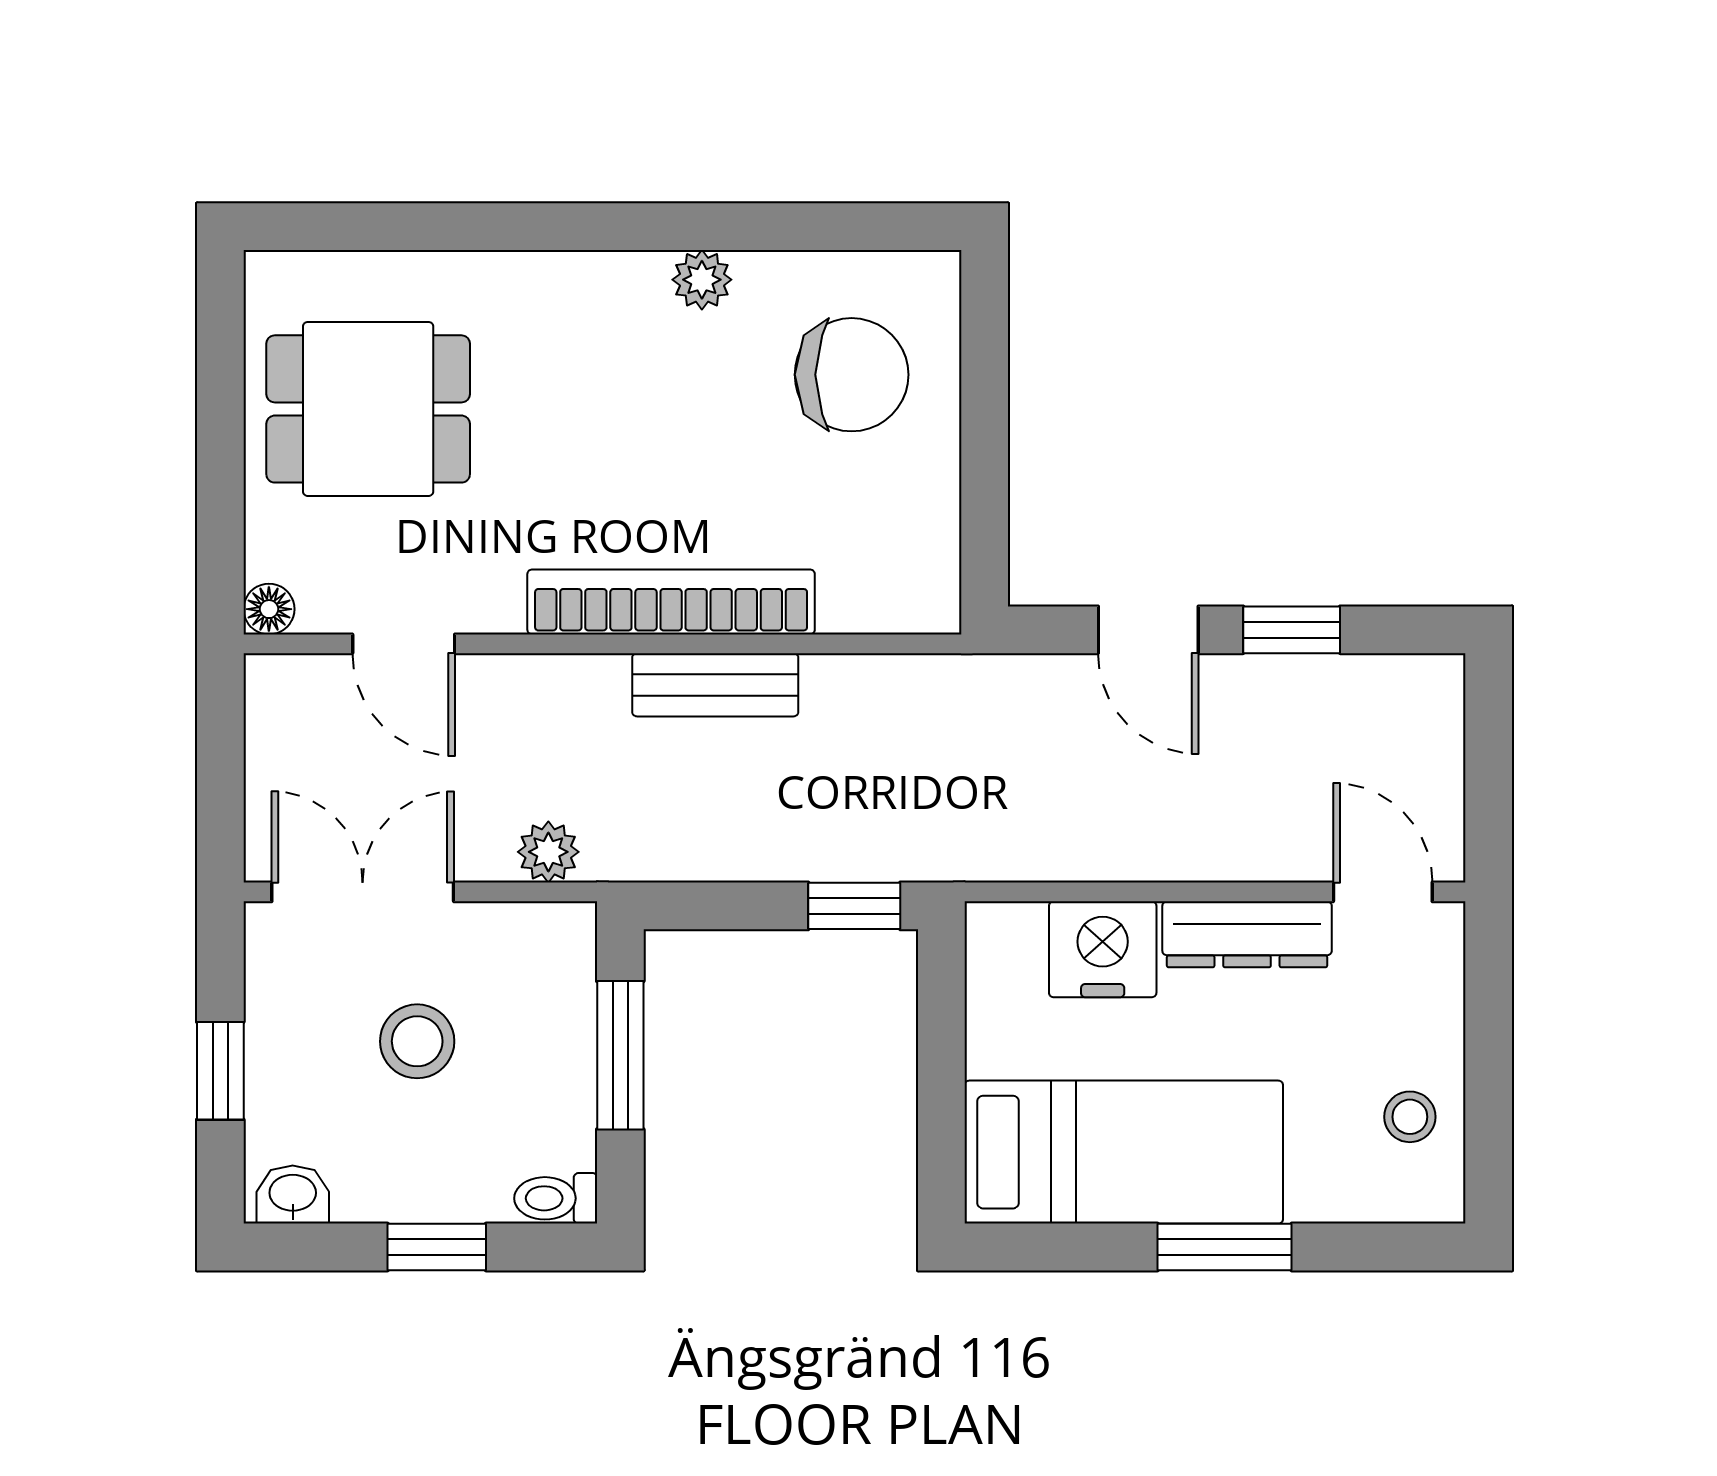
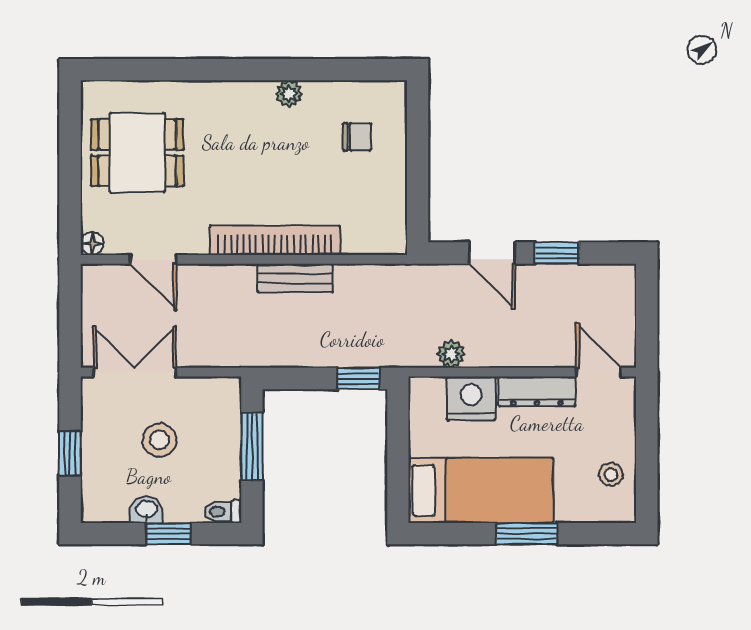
chair: (852, 375) -> (357, 137), width x0.54, depth x0.54
plant: (548, 852) -> (451, 354), moved
washbasin: (293, 1195) -> (147, 510), moved

